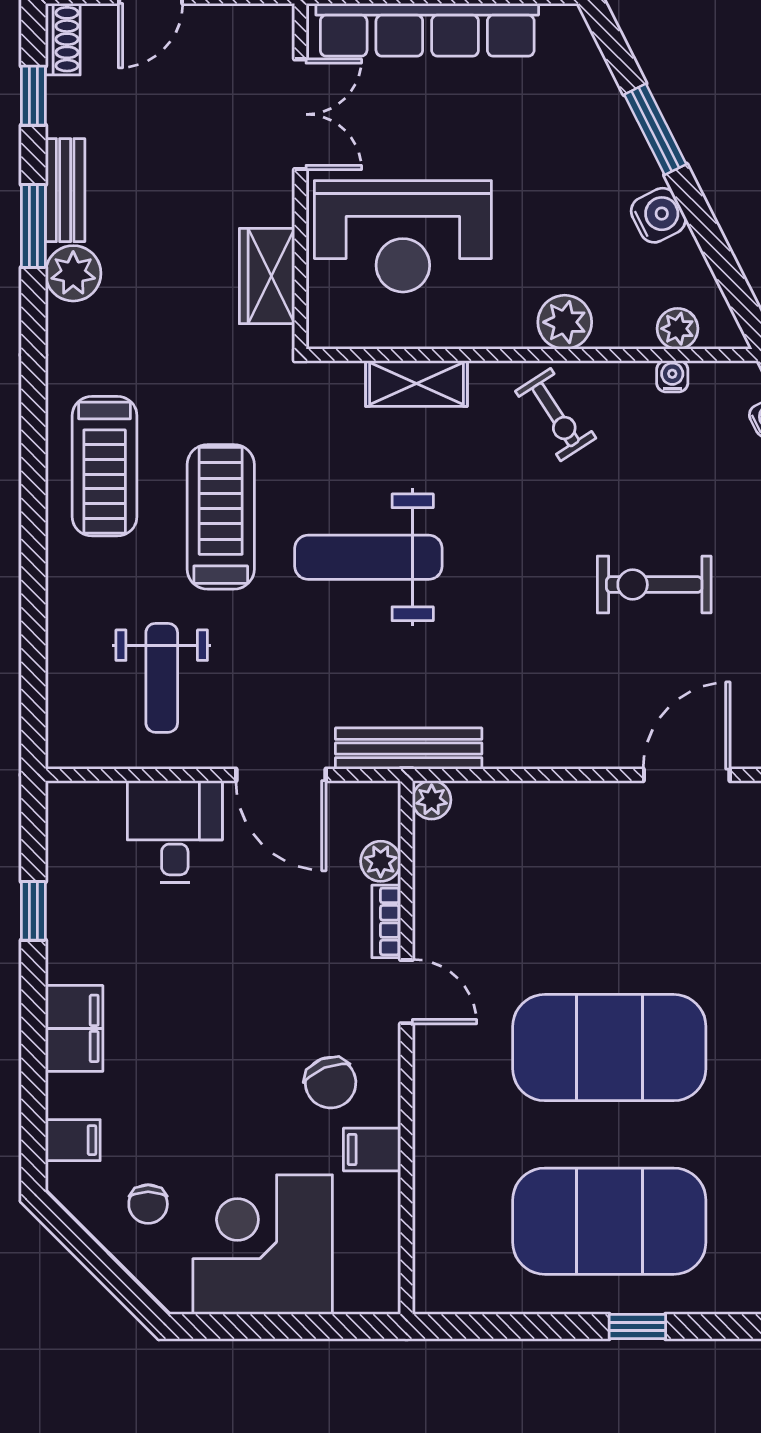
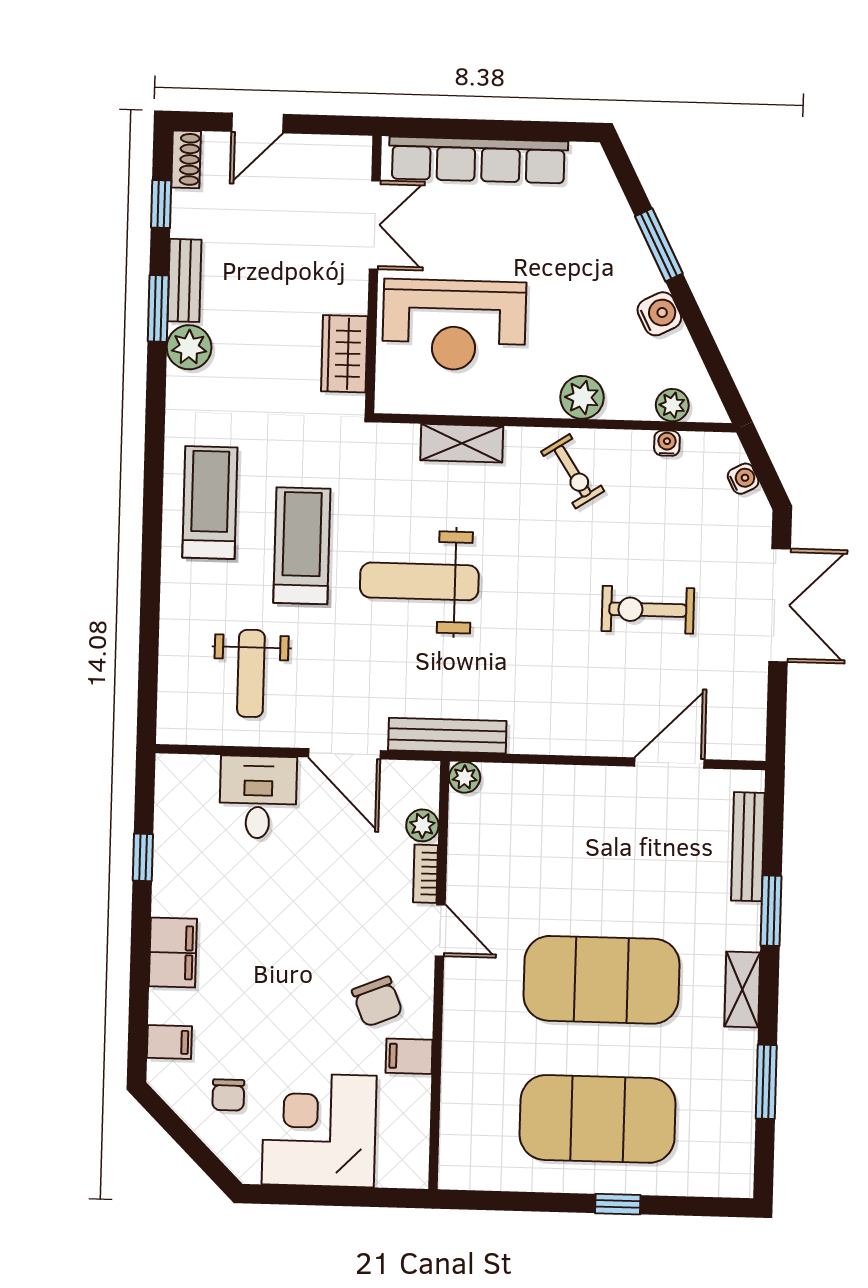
treadmill: (105, 466) -> (210, 502), turned 180

